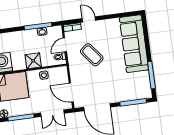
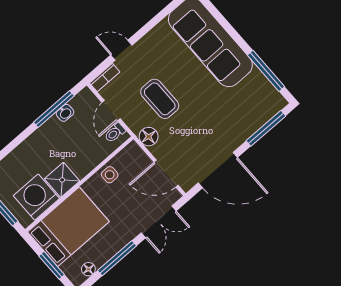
coffee table: (92, 55) -> (160, 99), turned 38
shower: (33, 61) -> (62, 180), moved
floor lamp: (75, 69) -> (149, 137), added

